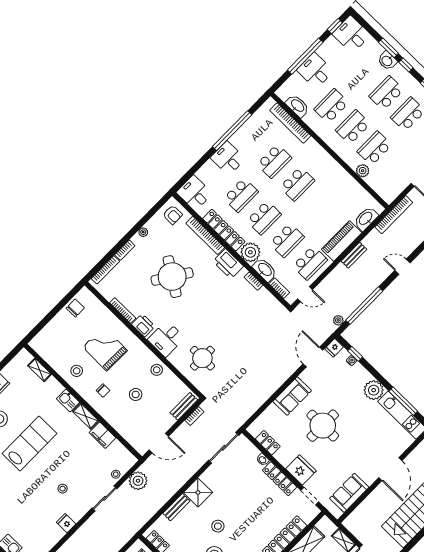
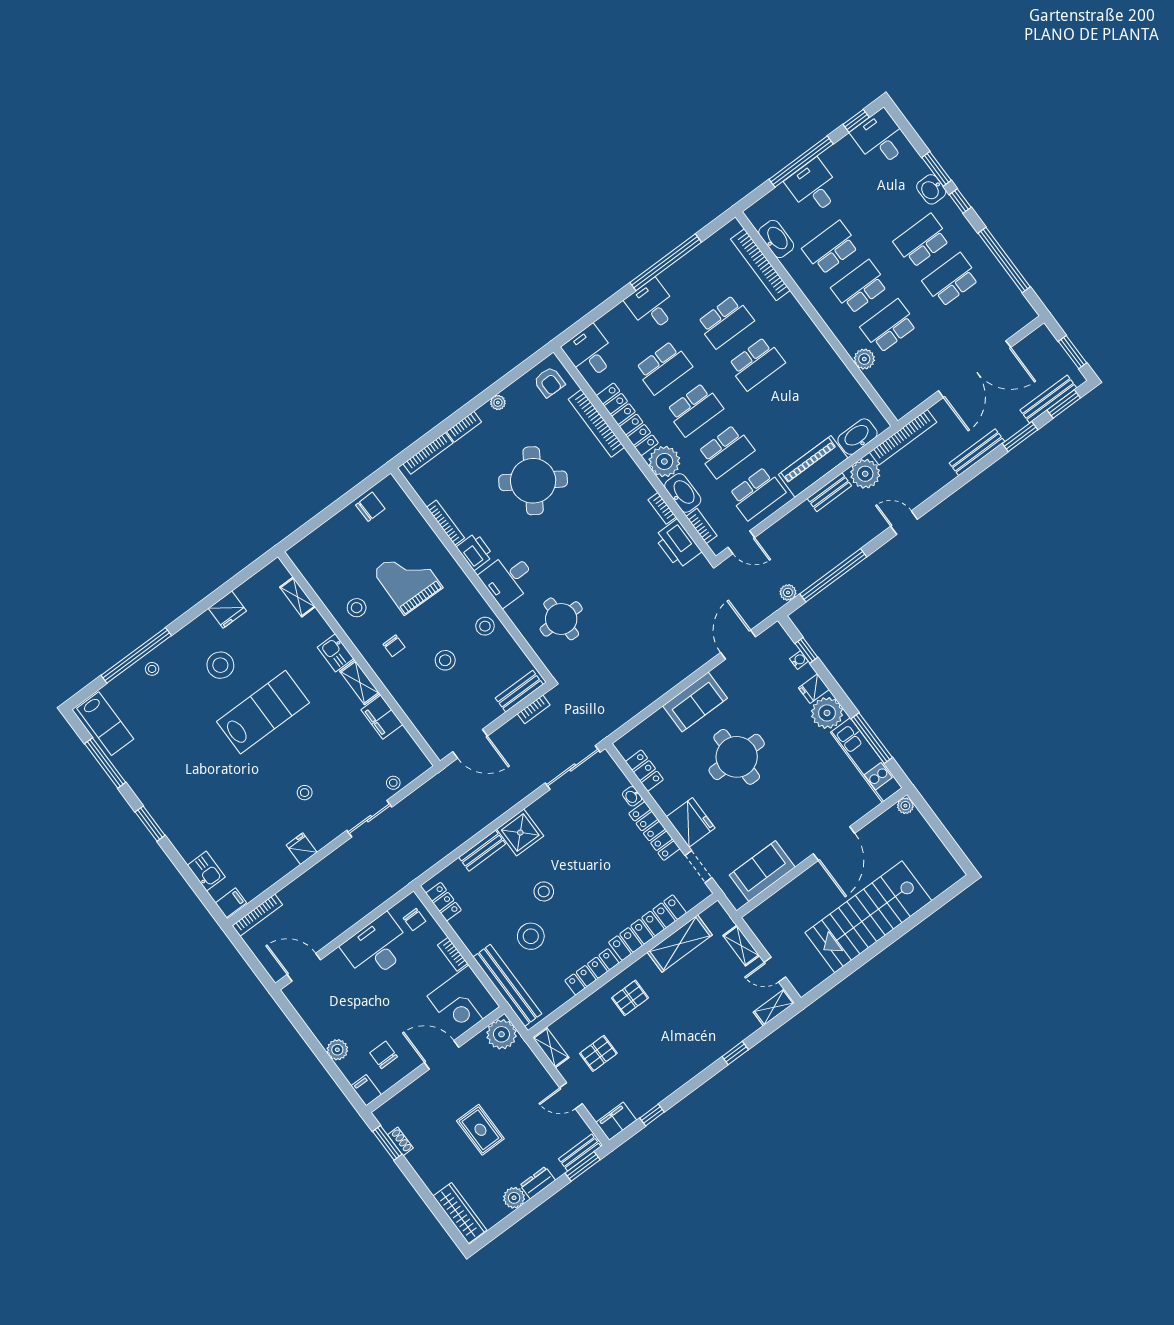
printer: (228, 264) -> (678, 544), moved
fridge: (334, 348) -> (814, 689), moved
plant: (138, 481) -> (865, 474), moved

